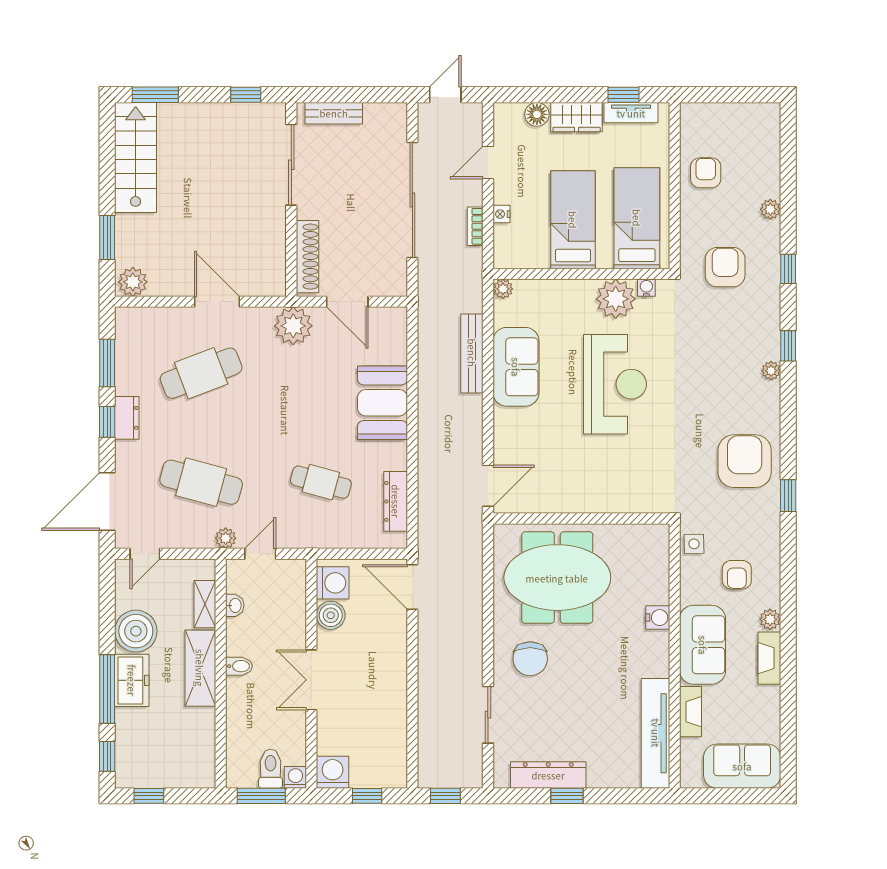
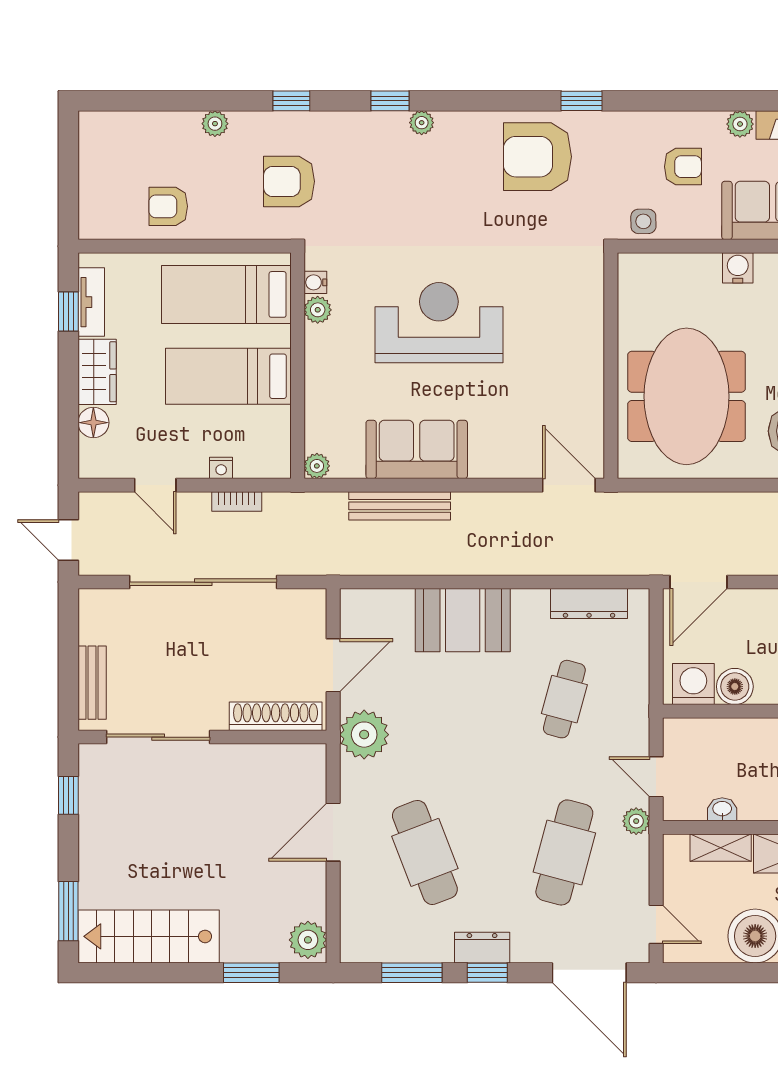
plant: (616, 299) -> (318, 310), width x0.53, depth x0.53

